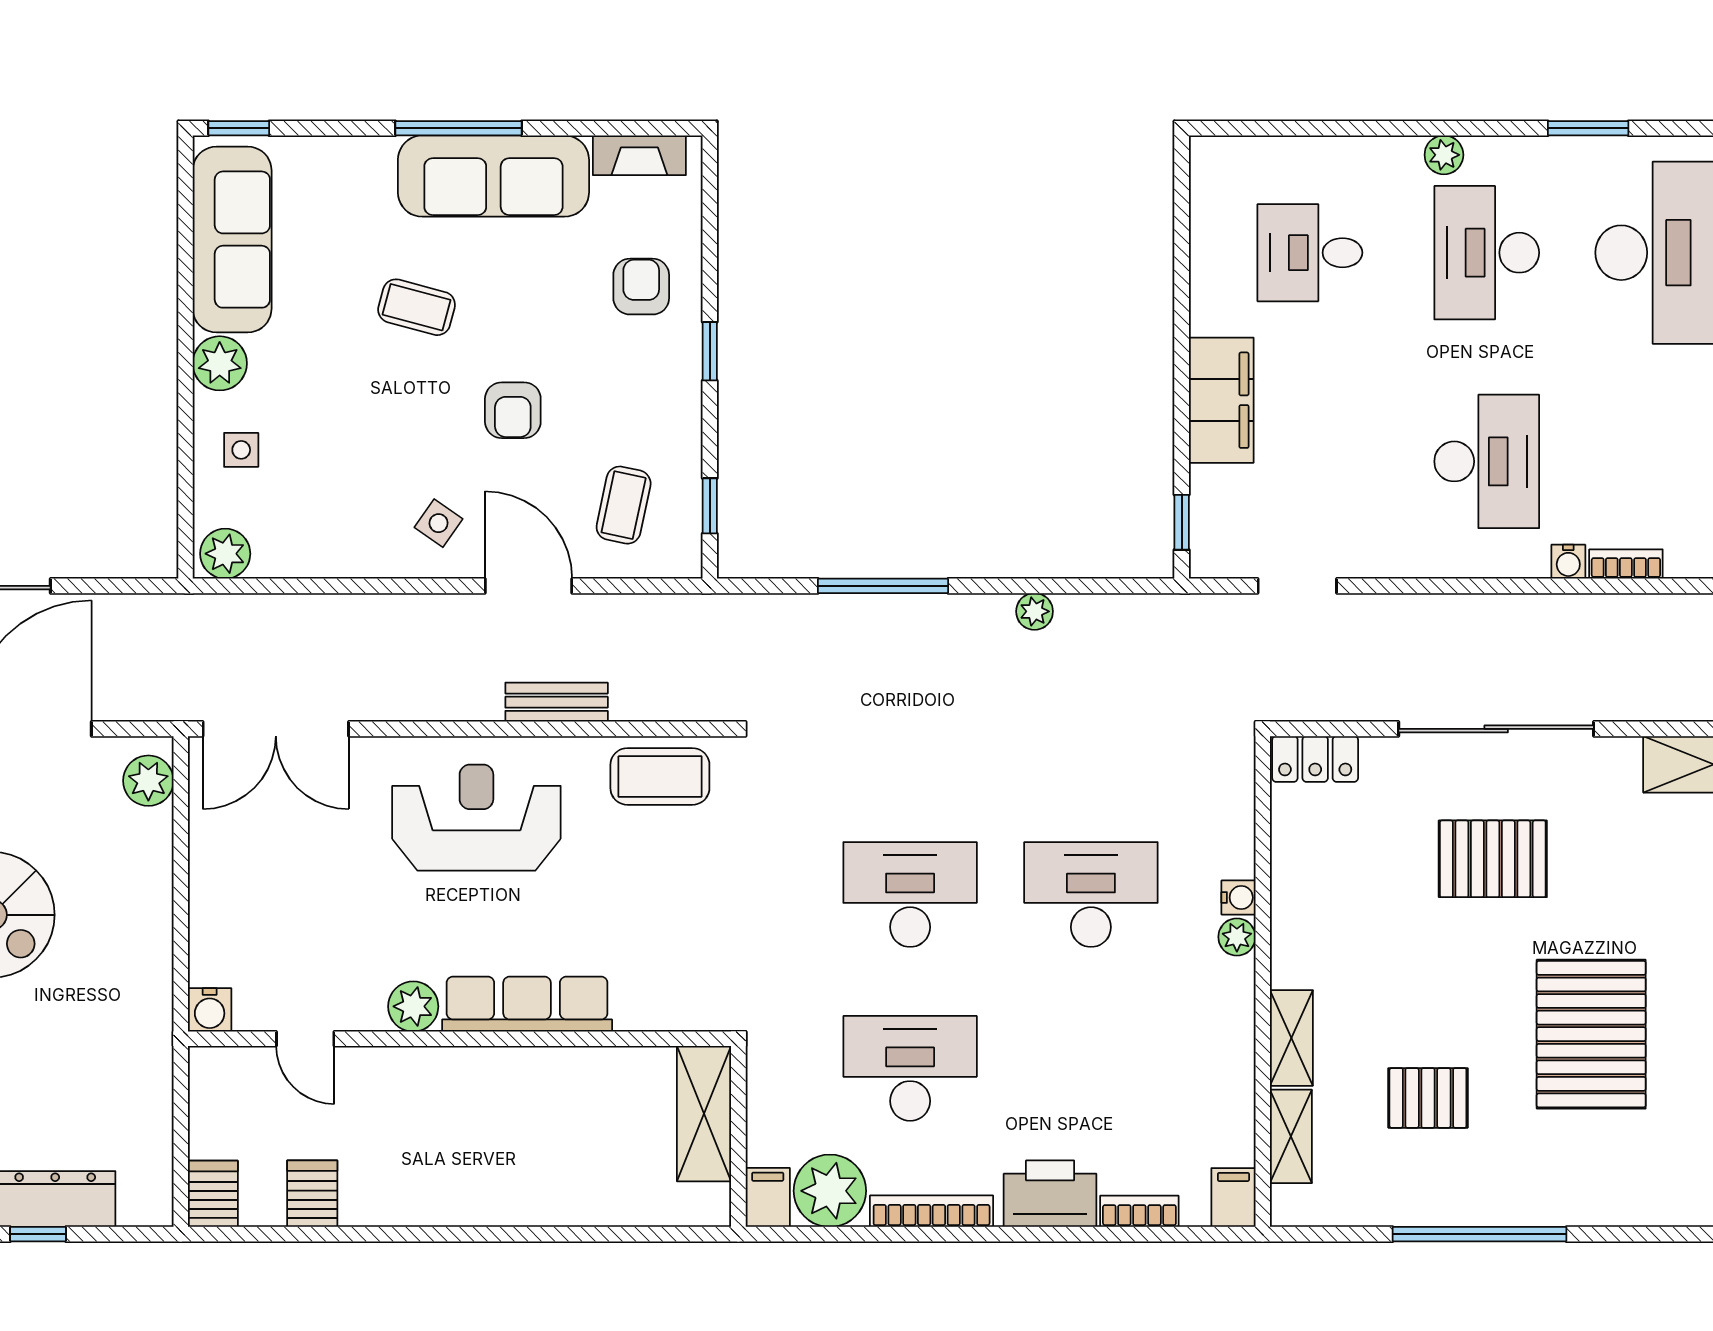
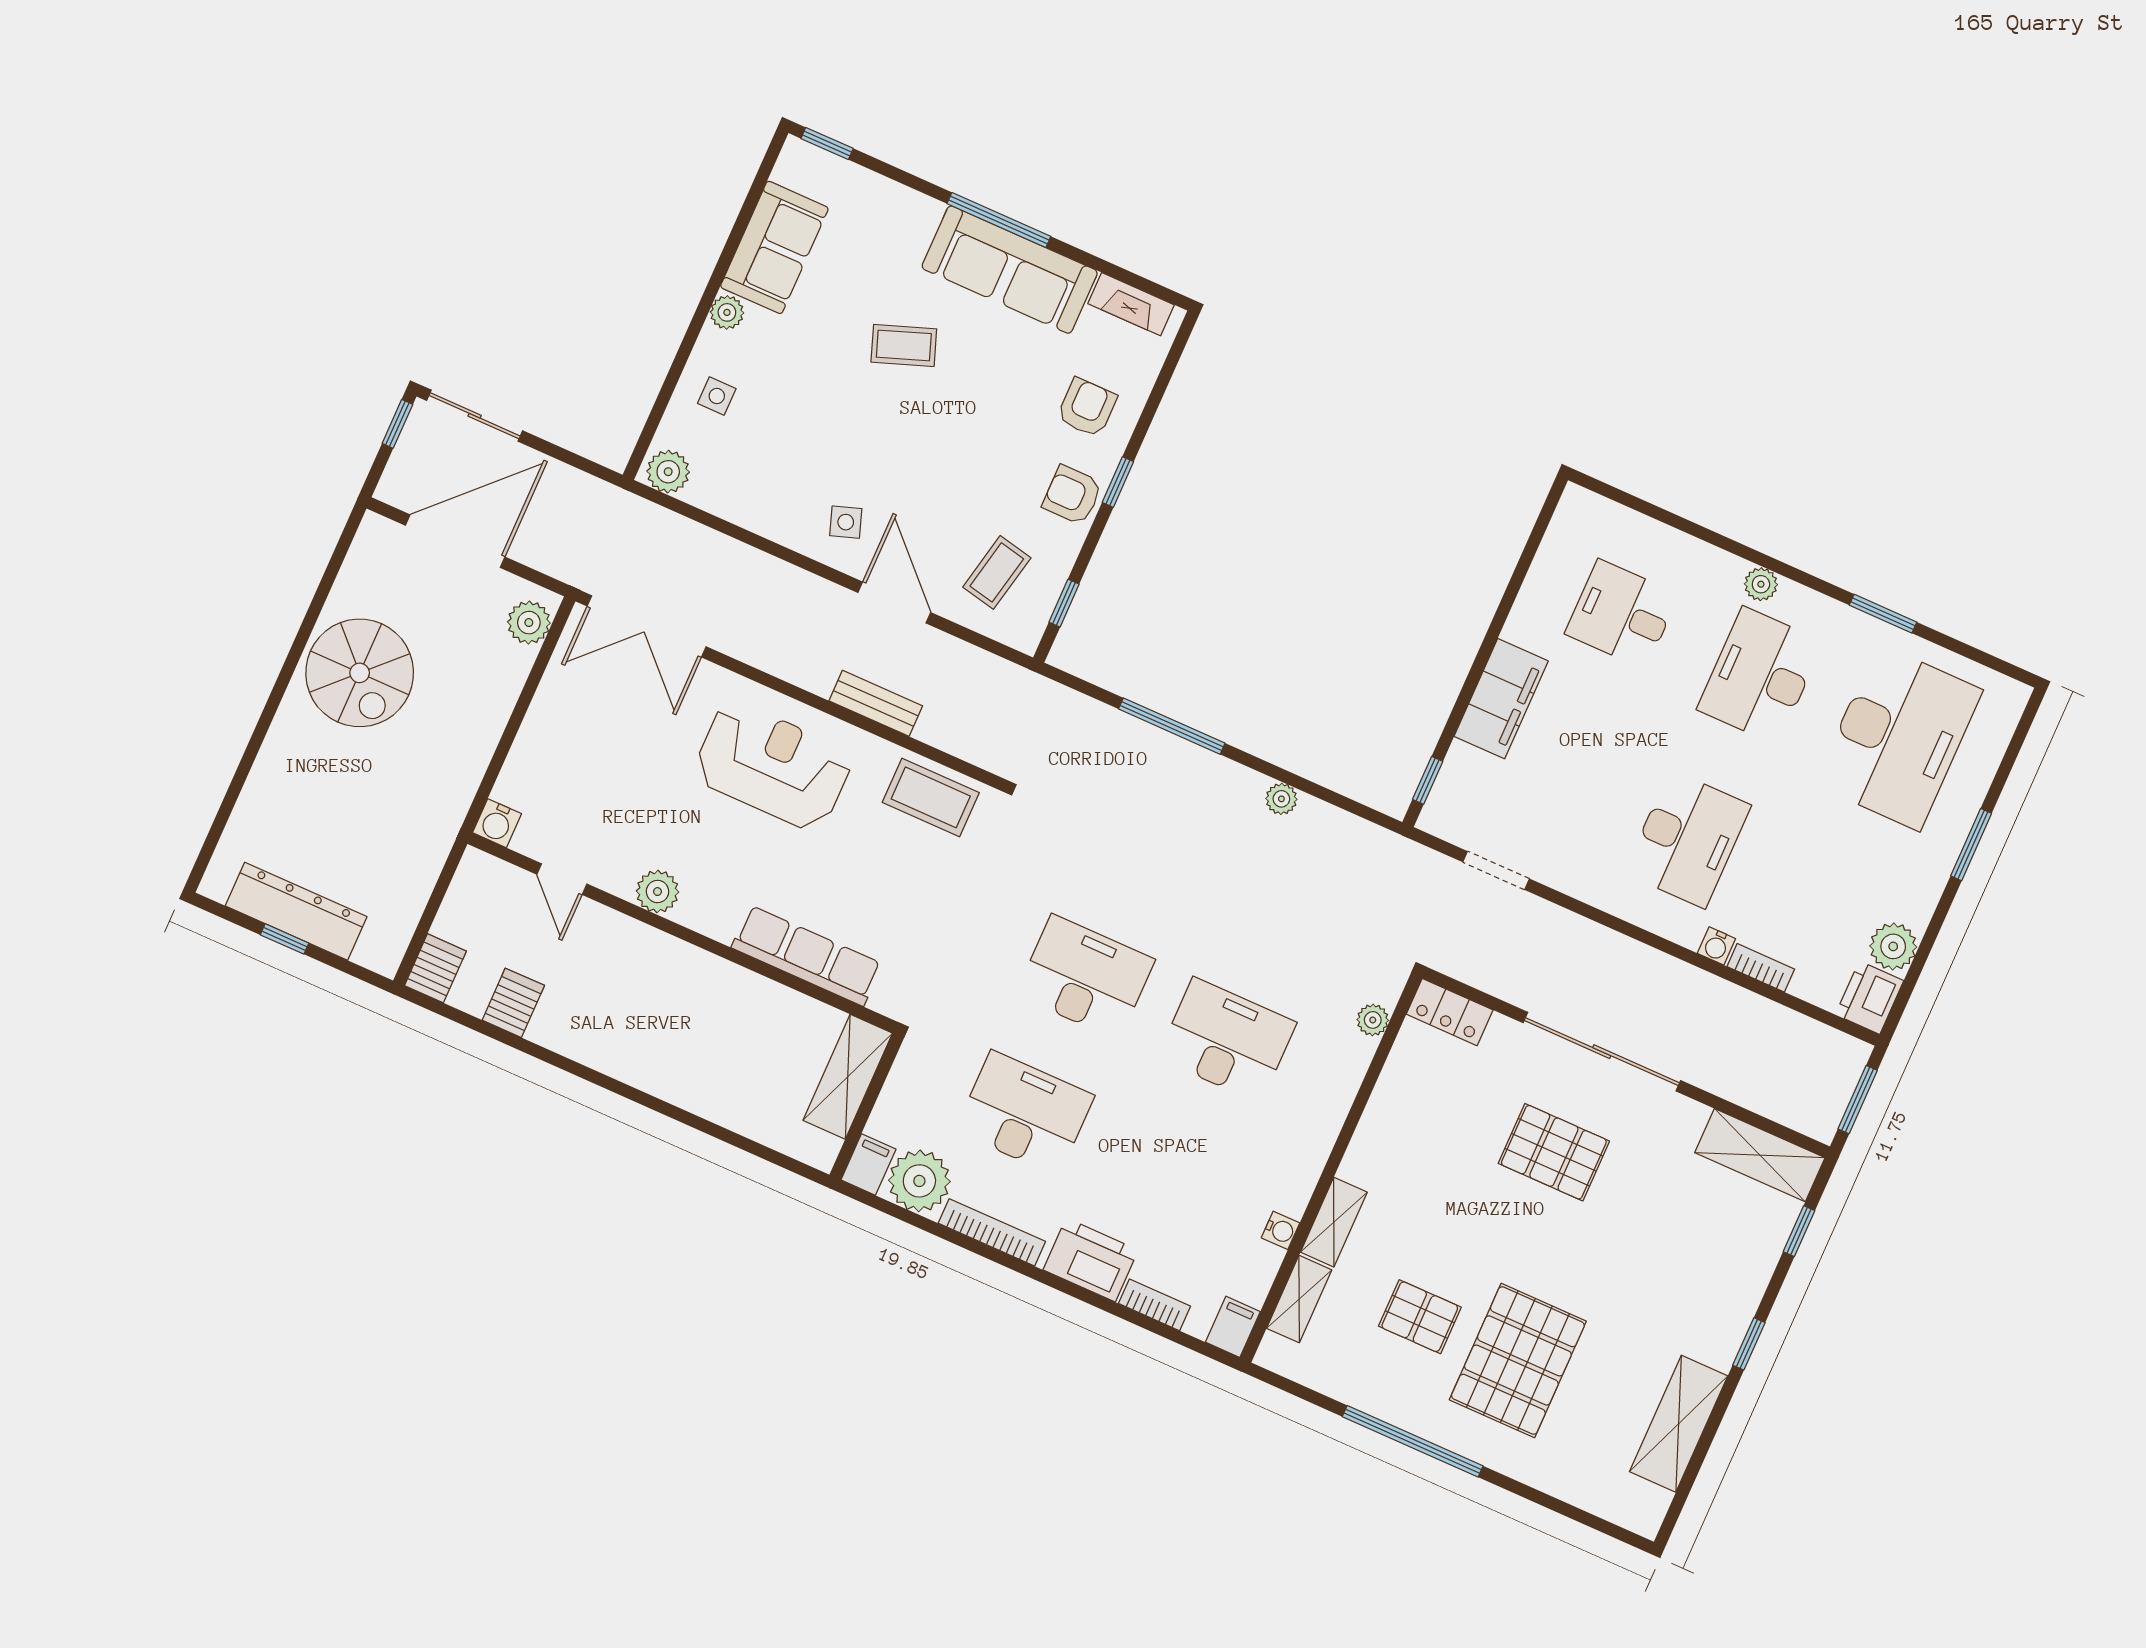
sofa: (232, 240) -> (774, 247), width x0.73
coffee table: (417, 307) -> (904, 345), turned -35
plant: (220, 363) -> (727, 312), width x0.73, depth x0.73
armchair: (513, 410) -> (1072, 495), moved, turned 90
side table: (439, 523) -> (846, 522), turned 36
water cooler: (1238, 898) -> (1281, 1230), moved
plant: (1237, 937) -> (1373, 1020), moved
row of seats: (527, 1004) -> (807, 956), moved
pallet: (1591, 1034) -> (1518, 1360), moved

